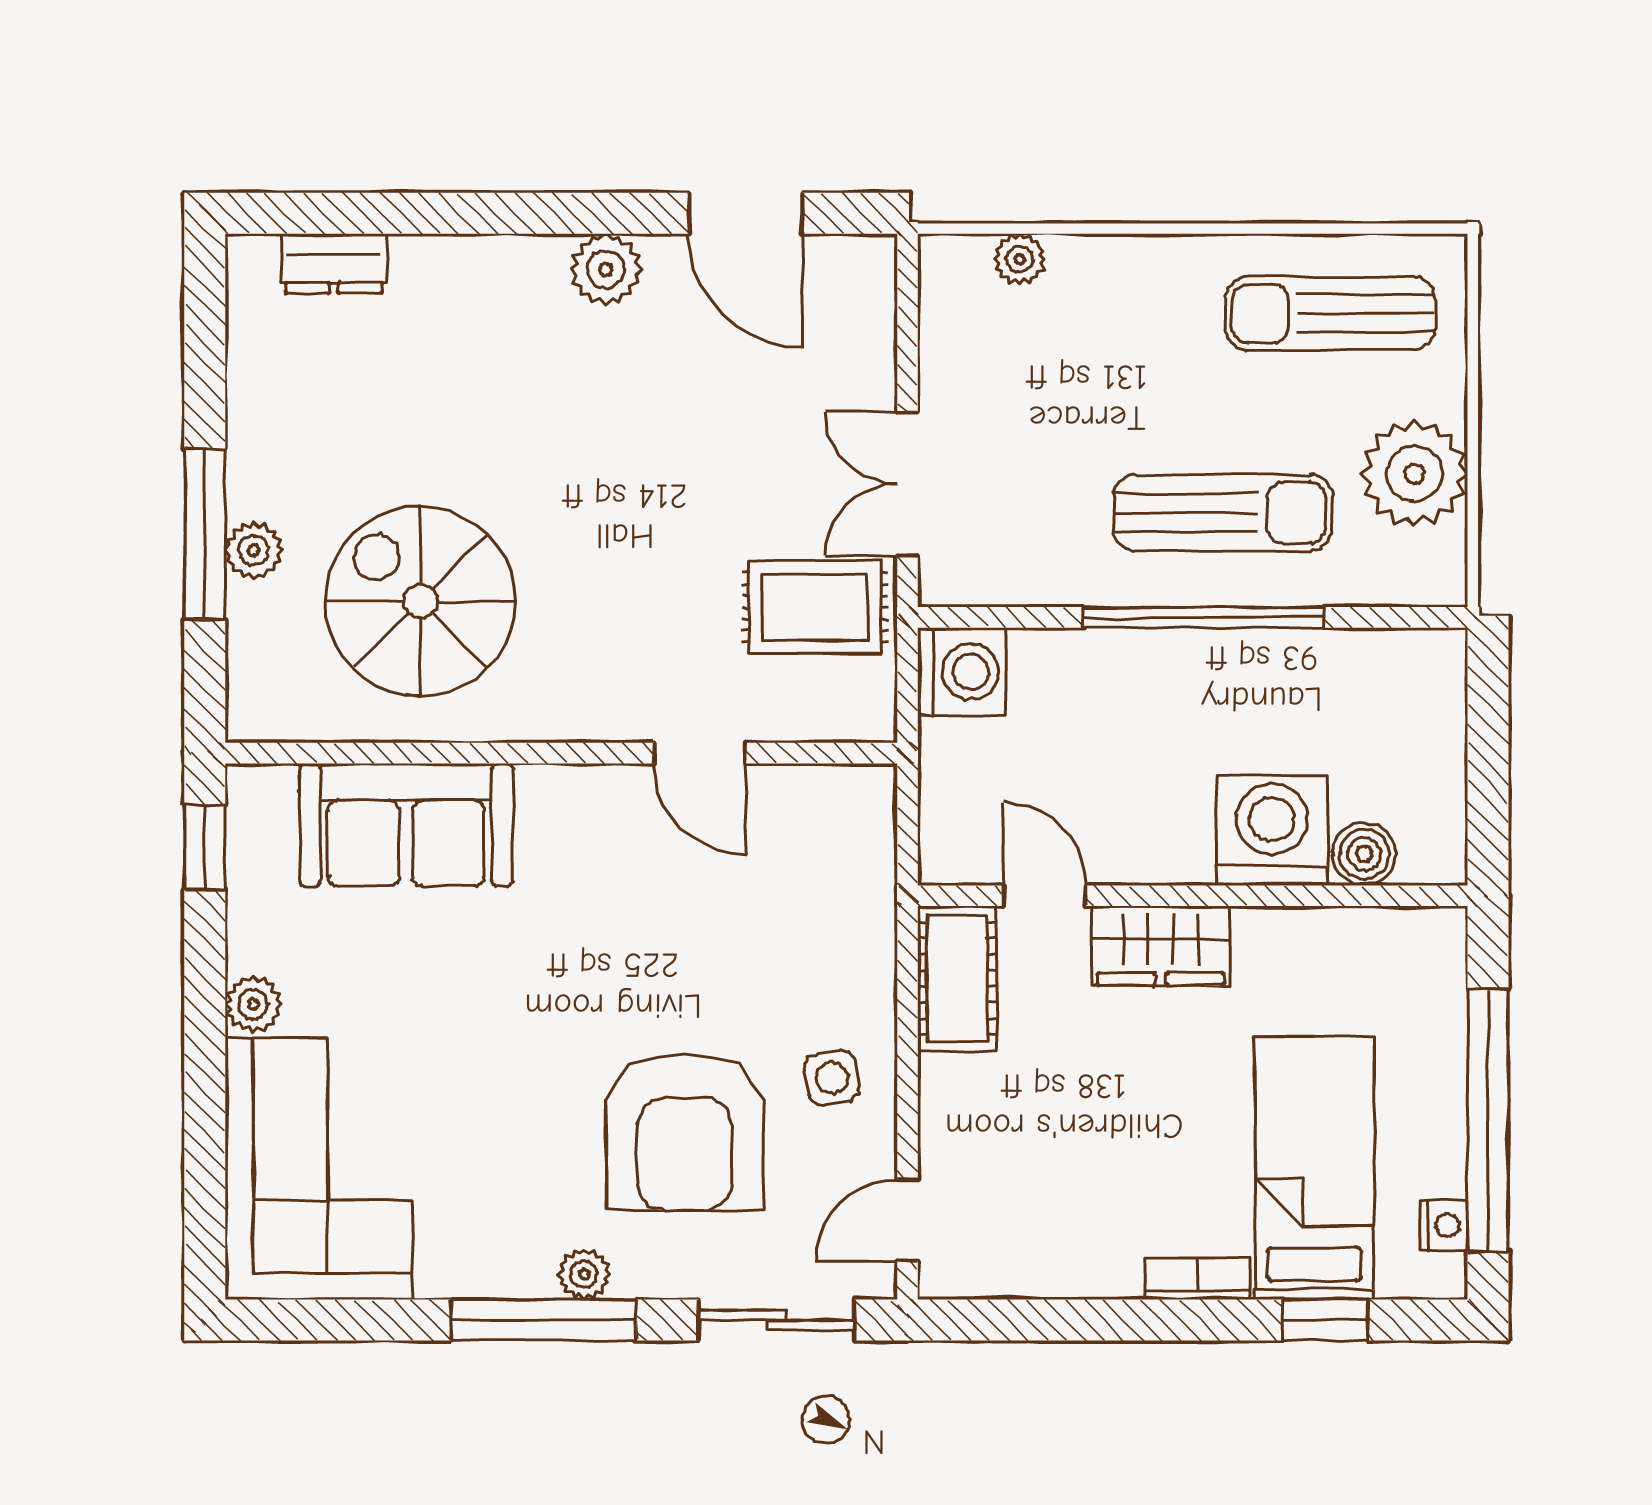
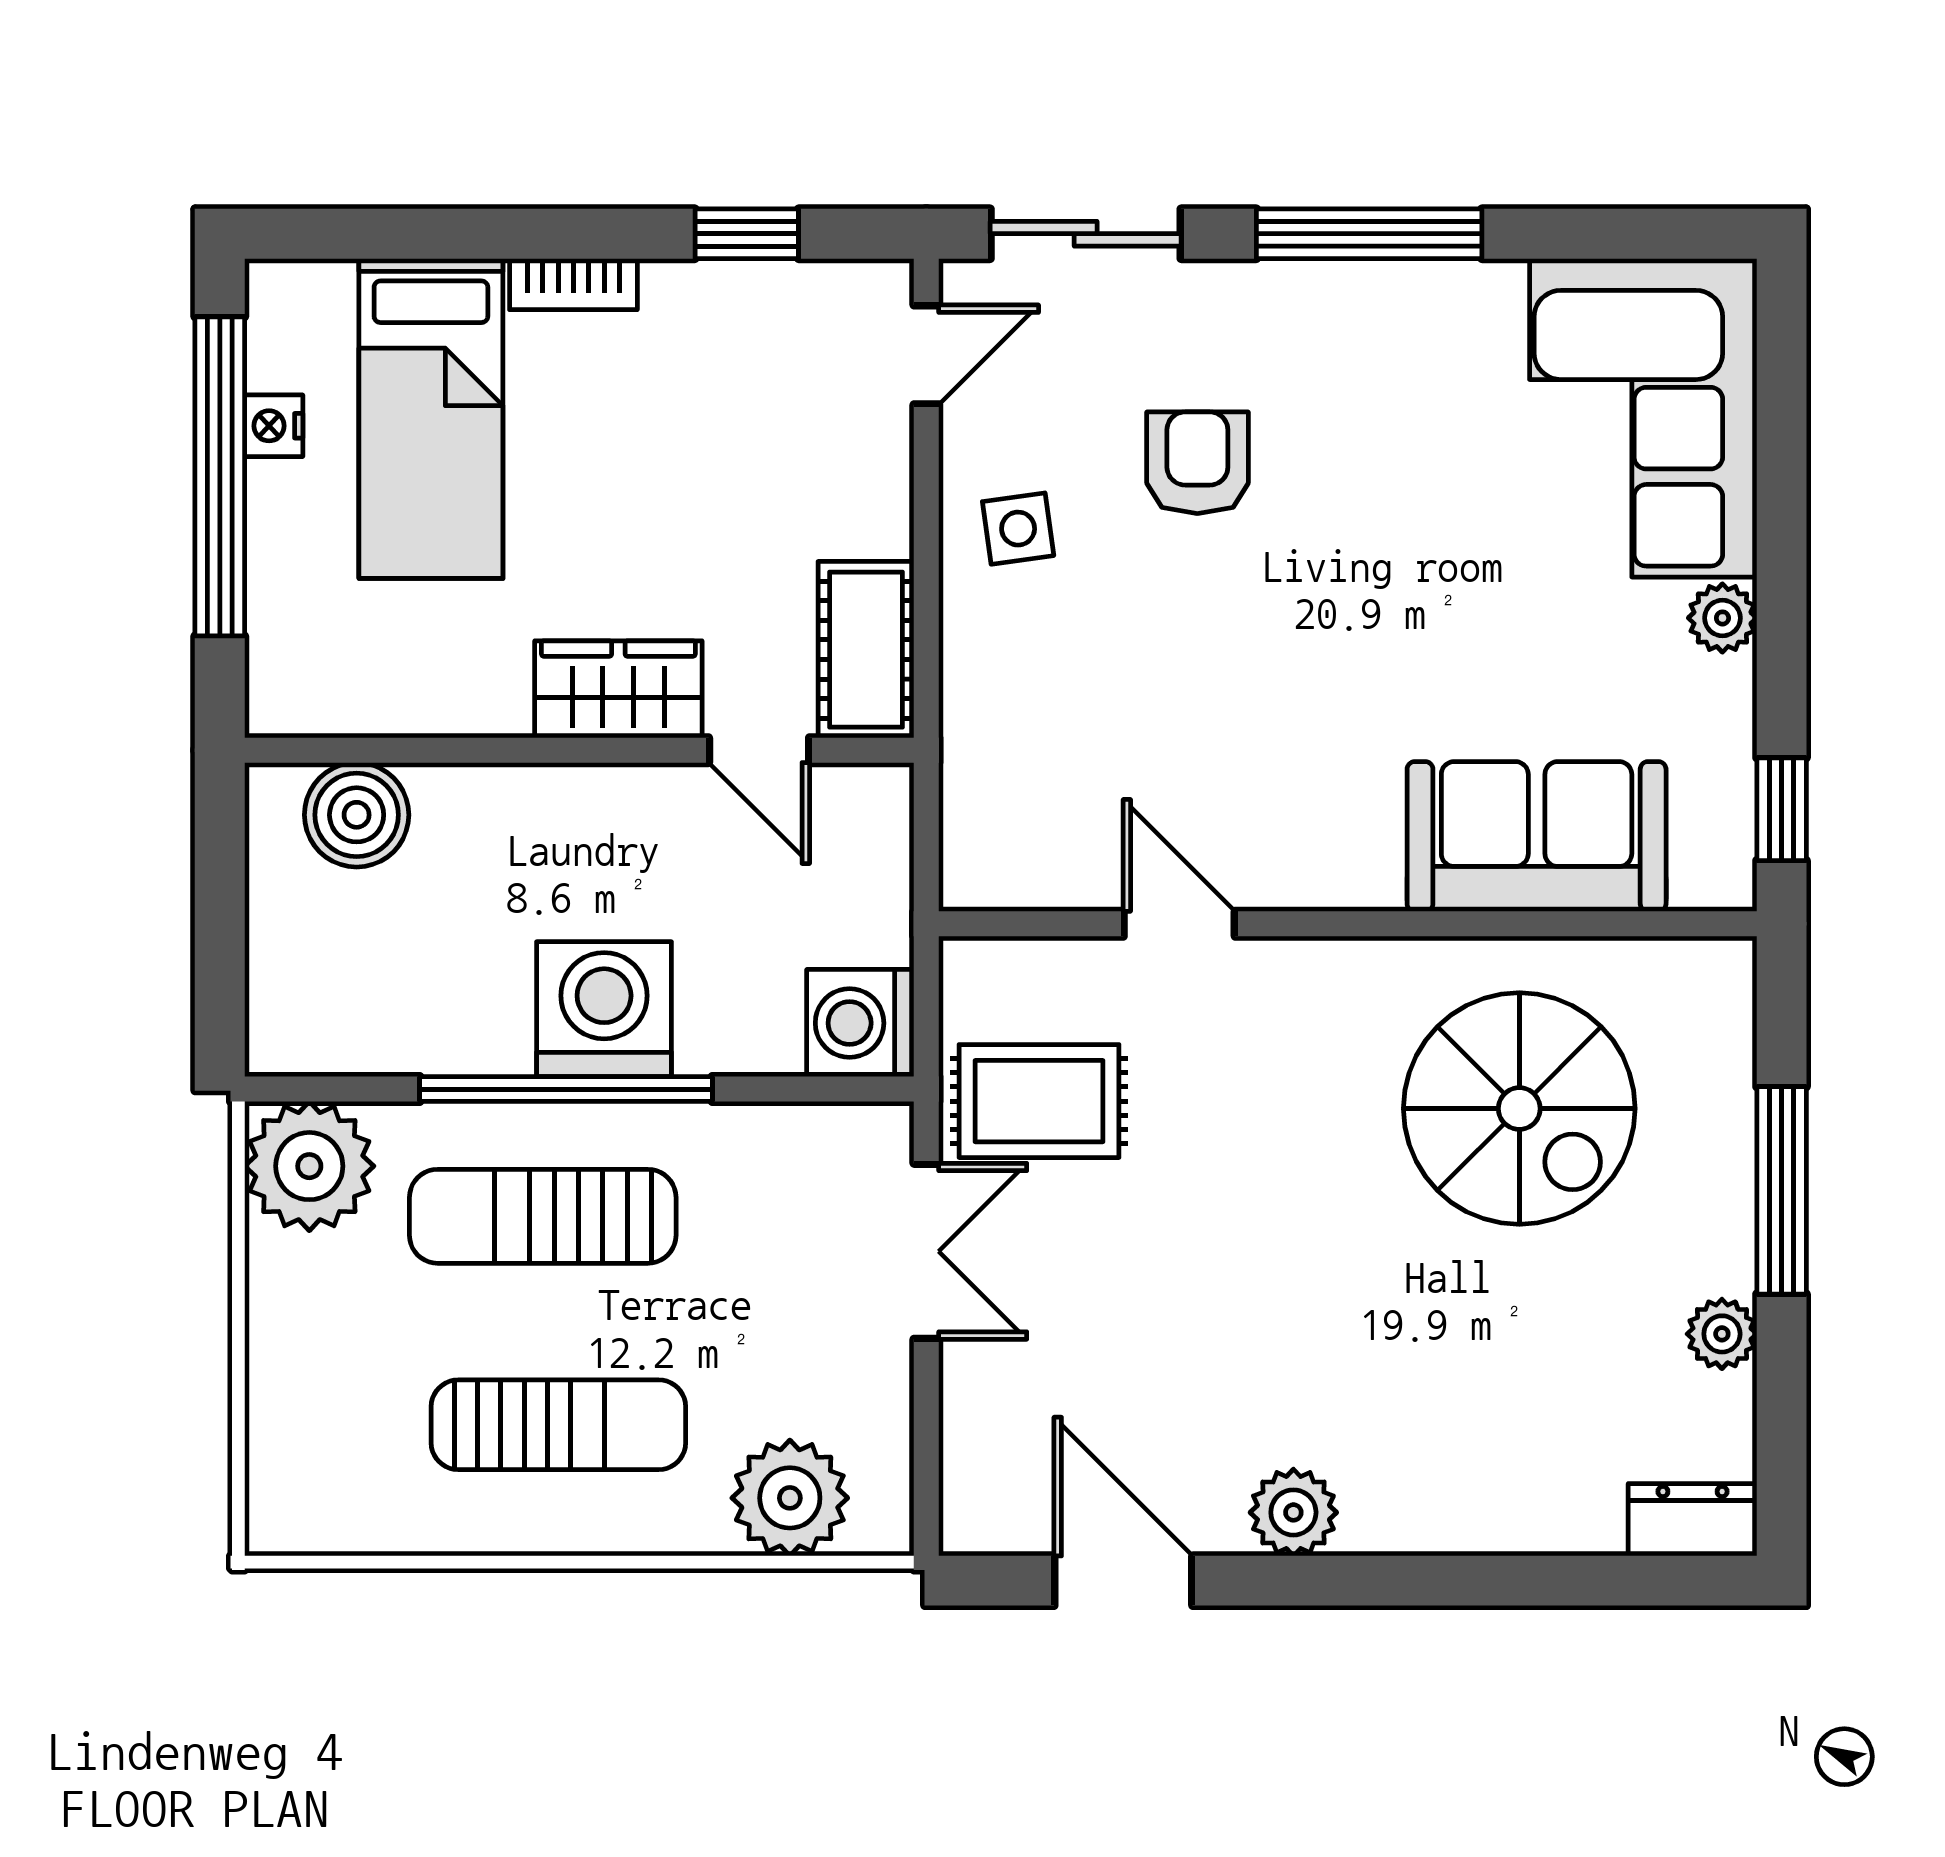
plant: (1020, 259) -> (790, 1498), width x1.87, depth x1.87
dresser: (334, 263) -> (1692, 1520), moved
sun lounger: (1330, 313) -> (558, 1425), moved
plant: (1414, 474) -> (309, 1166), moved
plant: (254, 550) -> (1722, 1334), moved
washing machine: (1272, 830) -> (604, 1009), moved, turned 180
boiler: (1364, 854) -> (357, 815), width x1.36, depth x1.36
armchair: (685, 1132) -> (1197, 463), width x0.53, depth x0.53
nightstand: (1444, 1226) -> (274, 426), moved
plant: (584, 1274) -> (1320, 290), removed
window: (1325, 1320) -> (747, 234), moved

